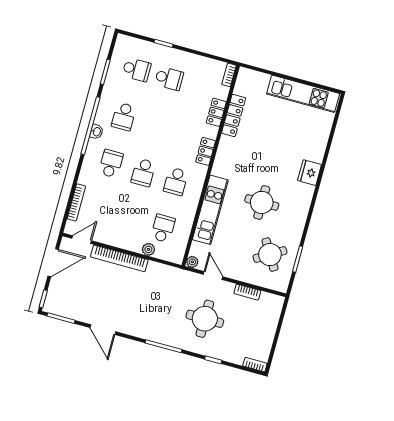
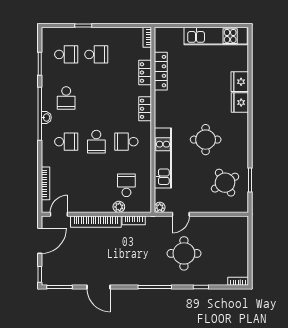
fridge: (316, 150) -> (240, 82), added
school desk: (111, 164) -> (66, 142), turned 90
school desk: (176, 181) -> (126, 142), turned 90
door: (213, 275) -> (181, 214), swing flipped
bookcase: (247, 292) -> (134, 220), moved

